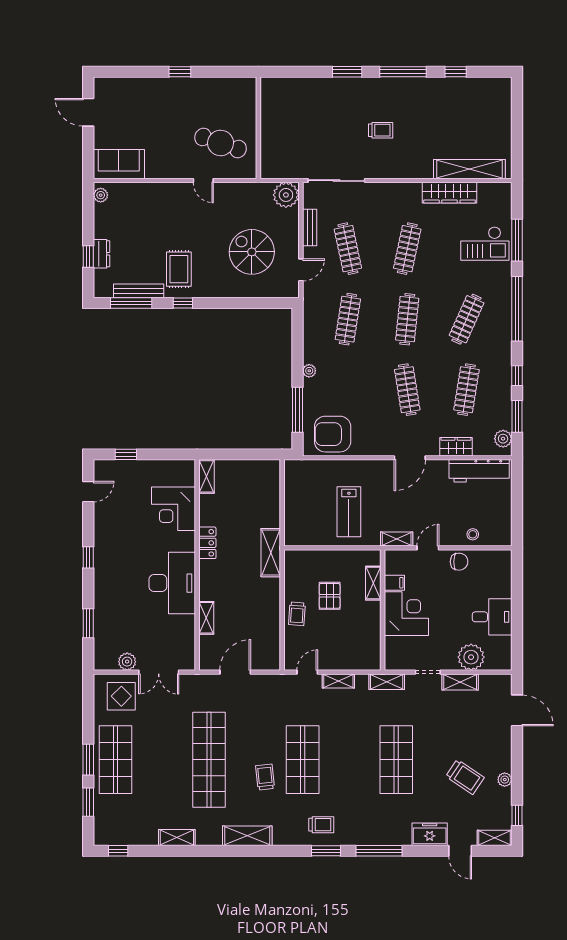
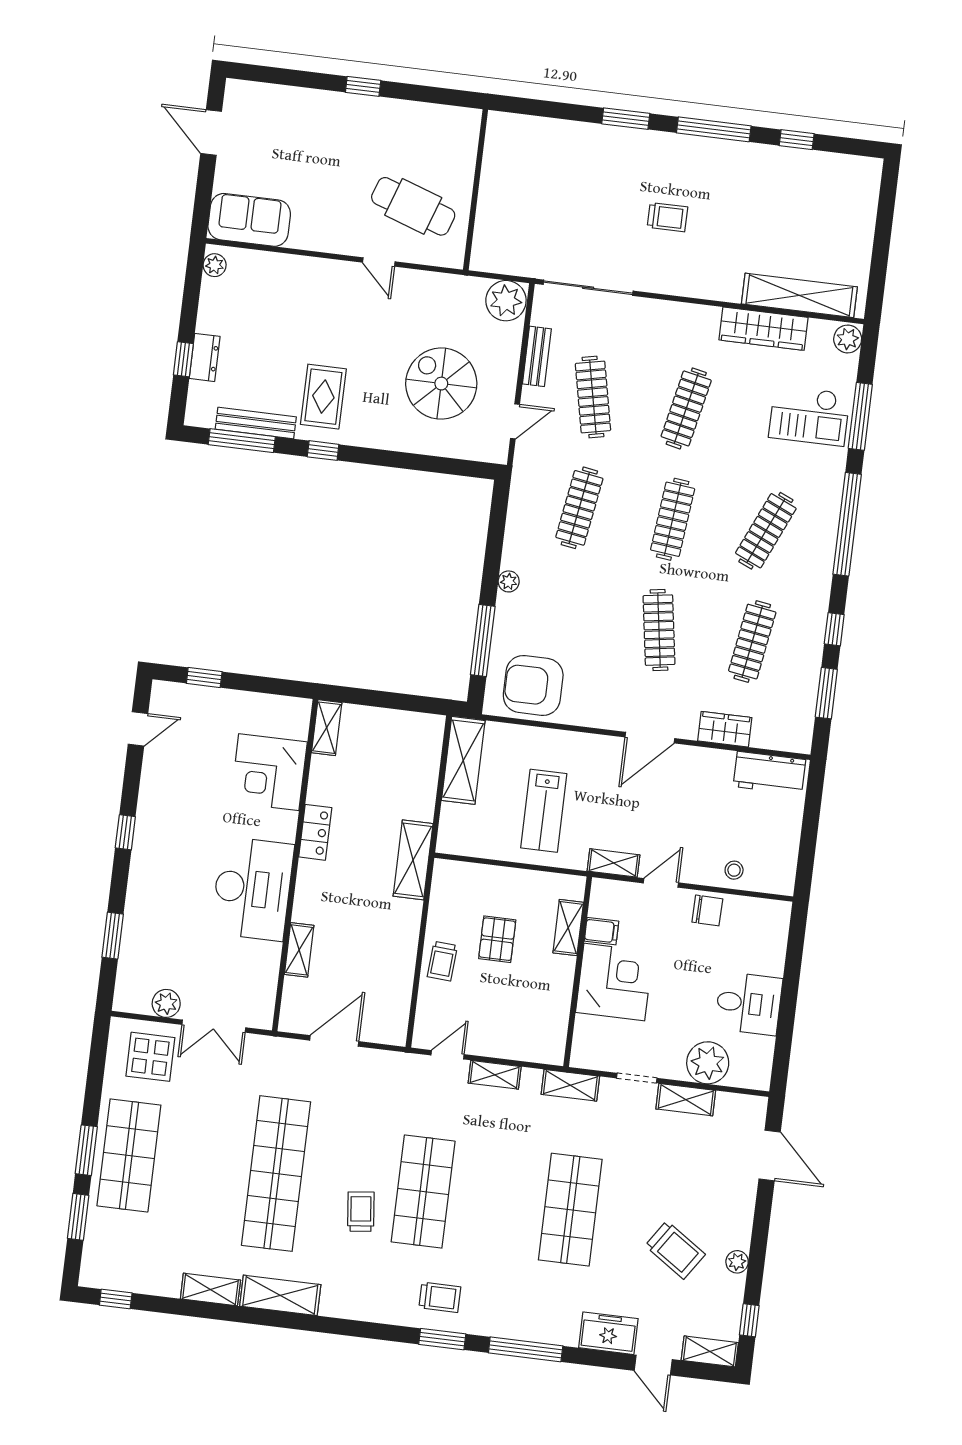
plant: (503, 439) -> (848, 339), moved
workbench: (479, 471) -> (769, 773), width x0.73
shelving: (295, 486) -> (463, 760), added
shelving: (247, 836) -> (280, 1295), moved

